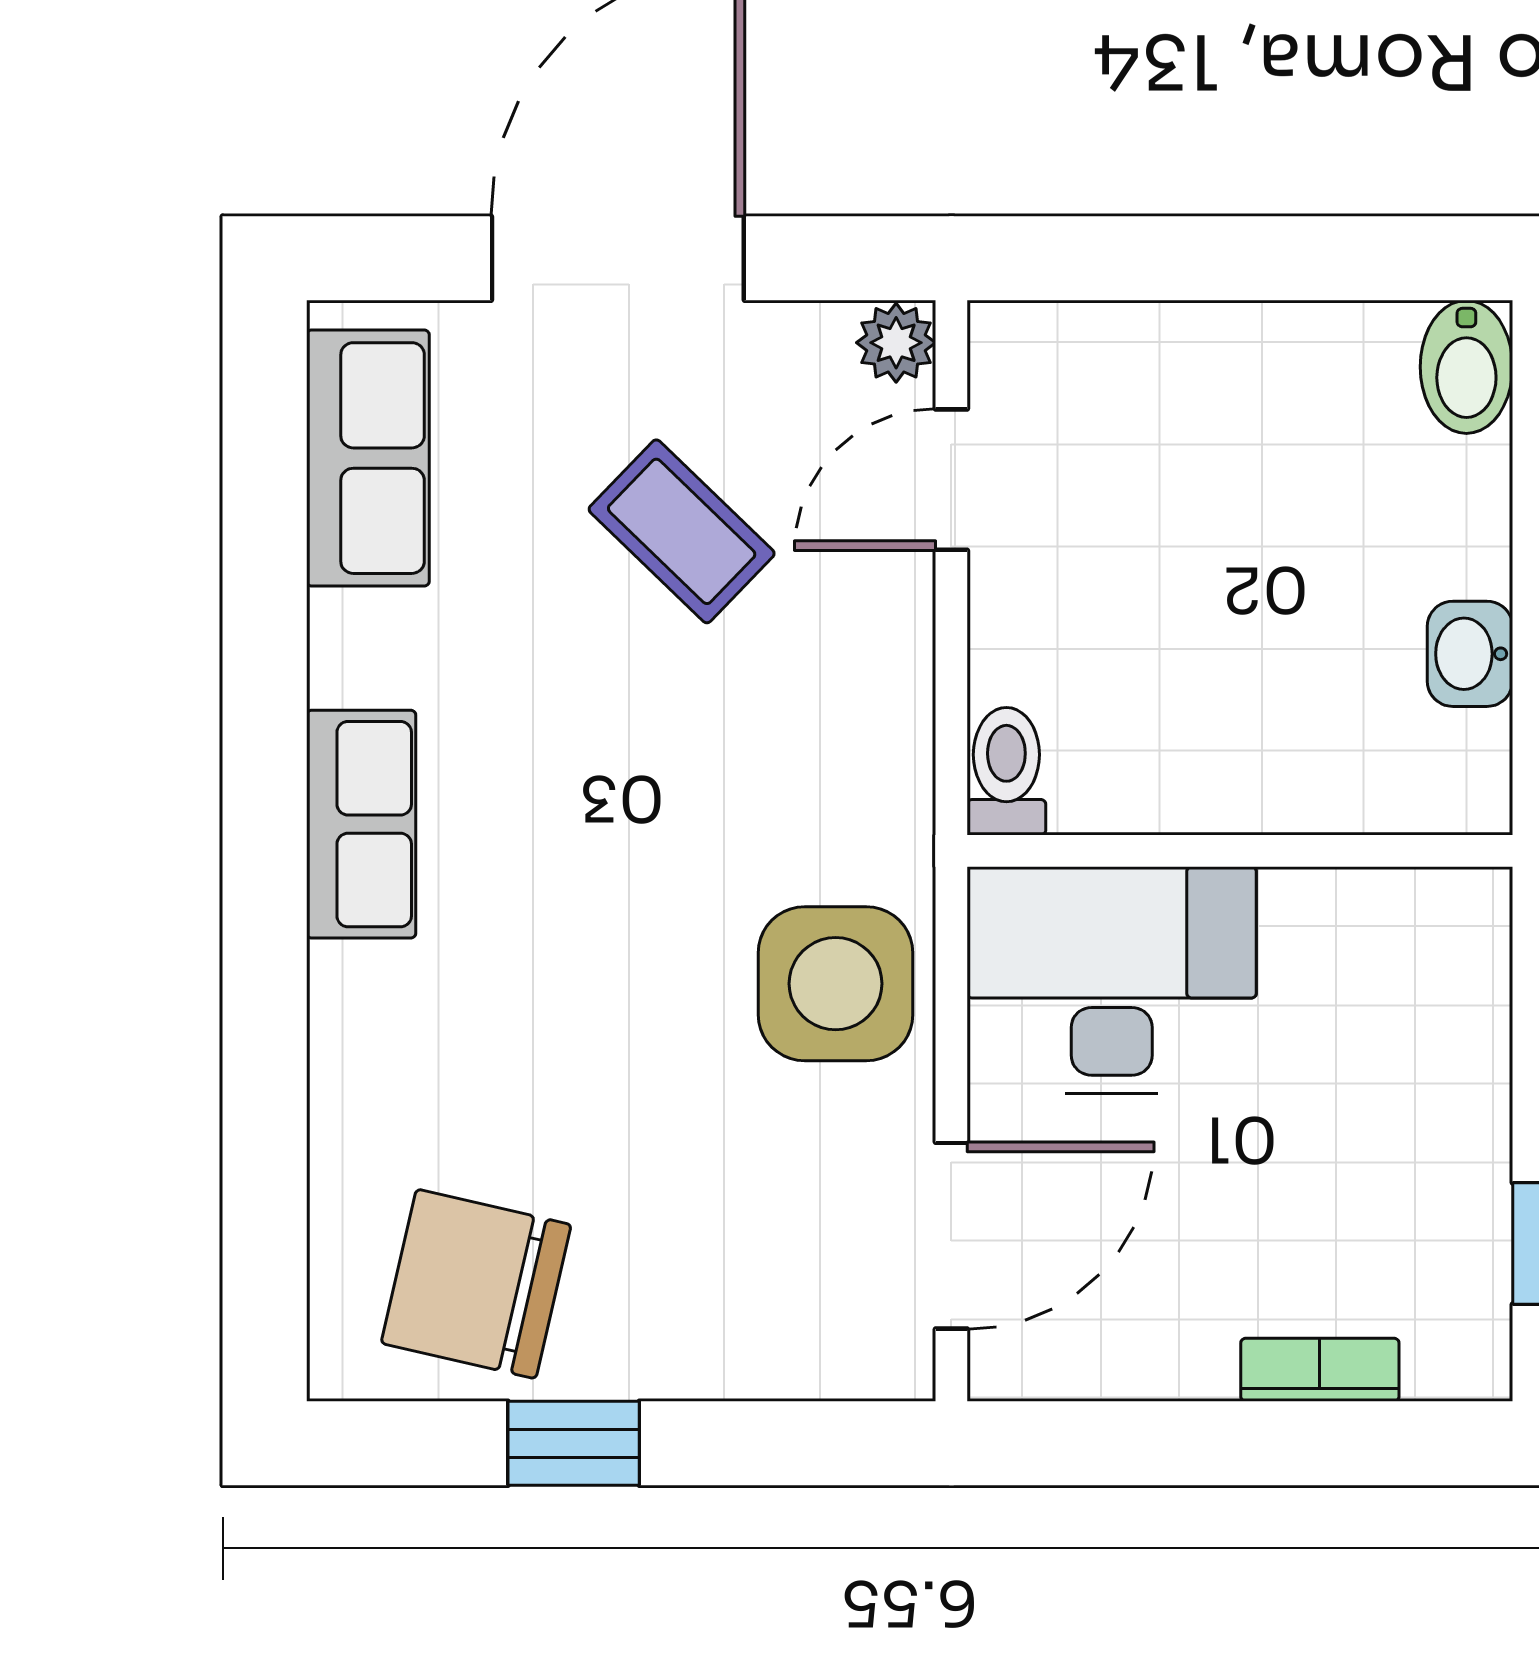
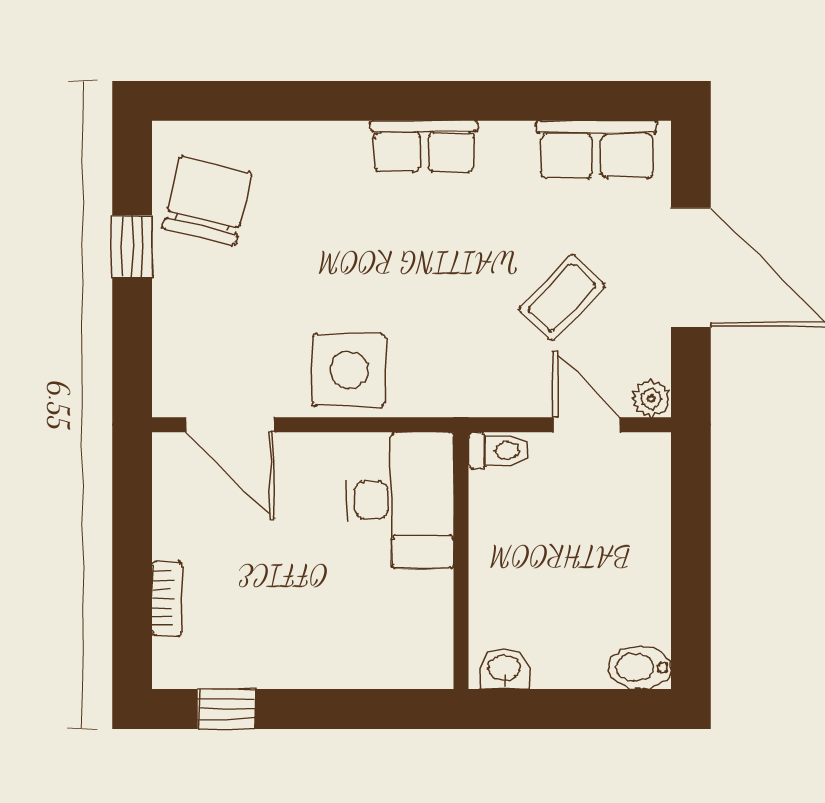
toilet: (1006, 771) -> (499, 451), moved
wall: (1240, 851) -> (461, 561), moved
desk: (1112, 980) -> (400, 500), moved

